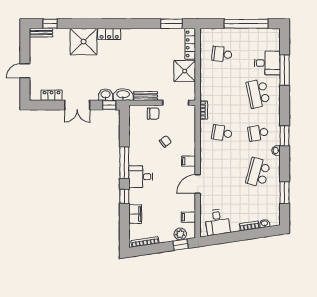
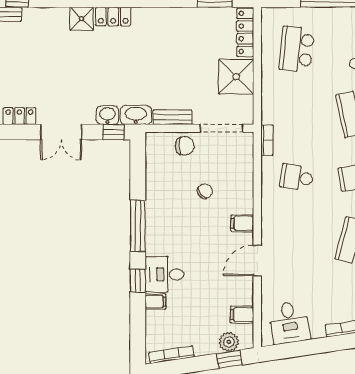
shower: (84, 42) -> (82, 19), width x0.54, depth x0.54
school desk: (222, 54) -> (297, 49), width x1.85
desk: (141, 177) -> (165, 274), moved
filing cabinet: (135, 214) -> (156, 302), width x0.50

